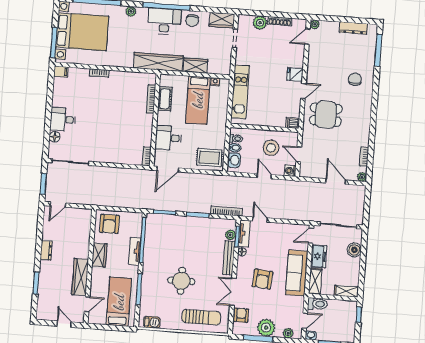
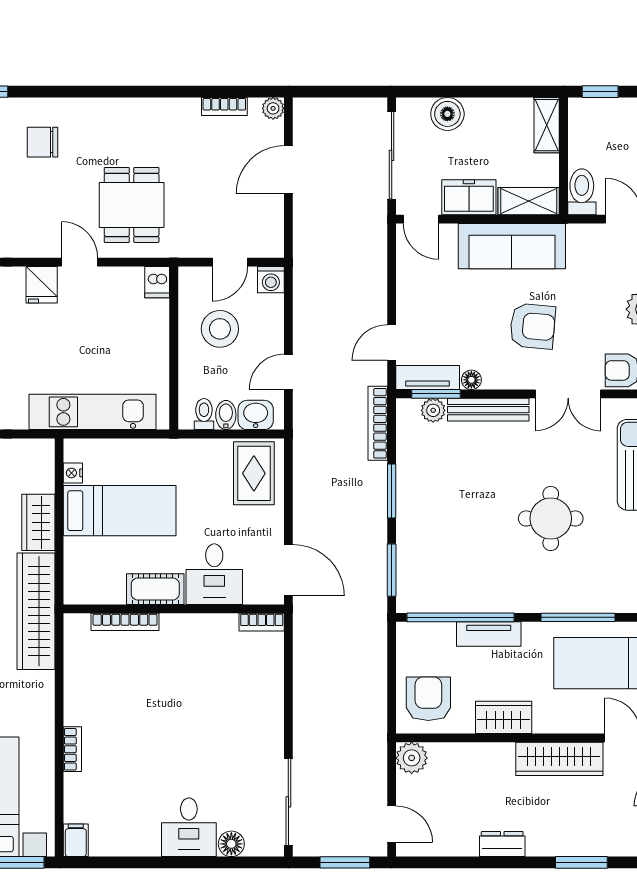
cot: (165, 99) -> (155, 589), moved
door: (264, 176) -> (288, 372), moved
plant: (85, 215) -> (412, 758), added
armchair: (109, 224) -> (428, 699), turned -90

